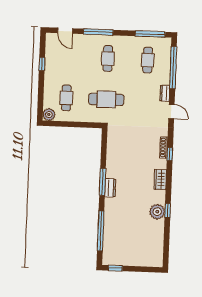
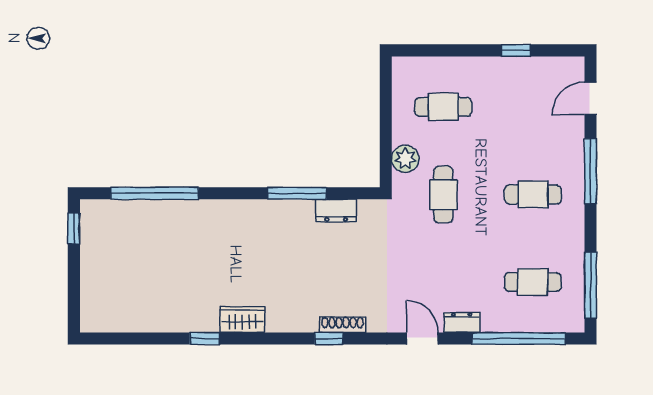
cafe table: (106, 99) -> (443, 194), width x0.73, depth x0.74
door: (171, 111) -> (422, 338), swing flipped
plant: (49, 115) -> (405, 159), moved
wardrobe: (160, 179) -> (242, 320), moved
window: (103, 182) -> (297, 193), moved
dresser: (110, 188) -> (336, 211), moved
plant: (157, 212) -> (201, 316), removed

